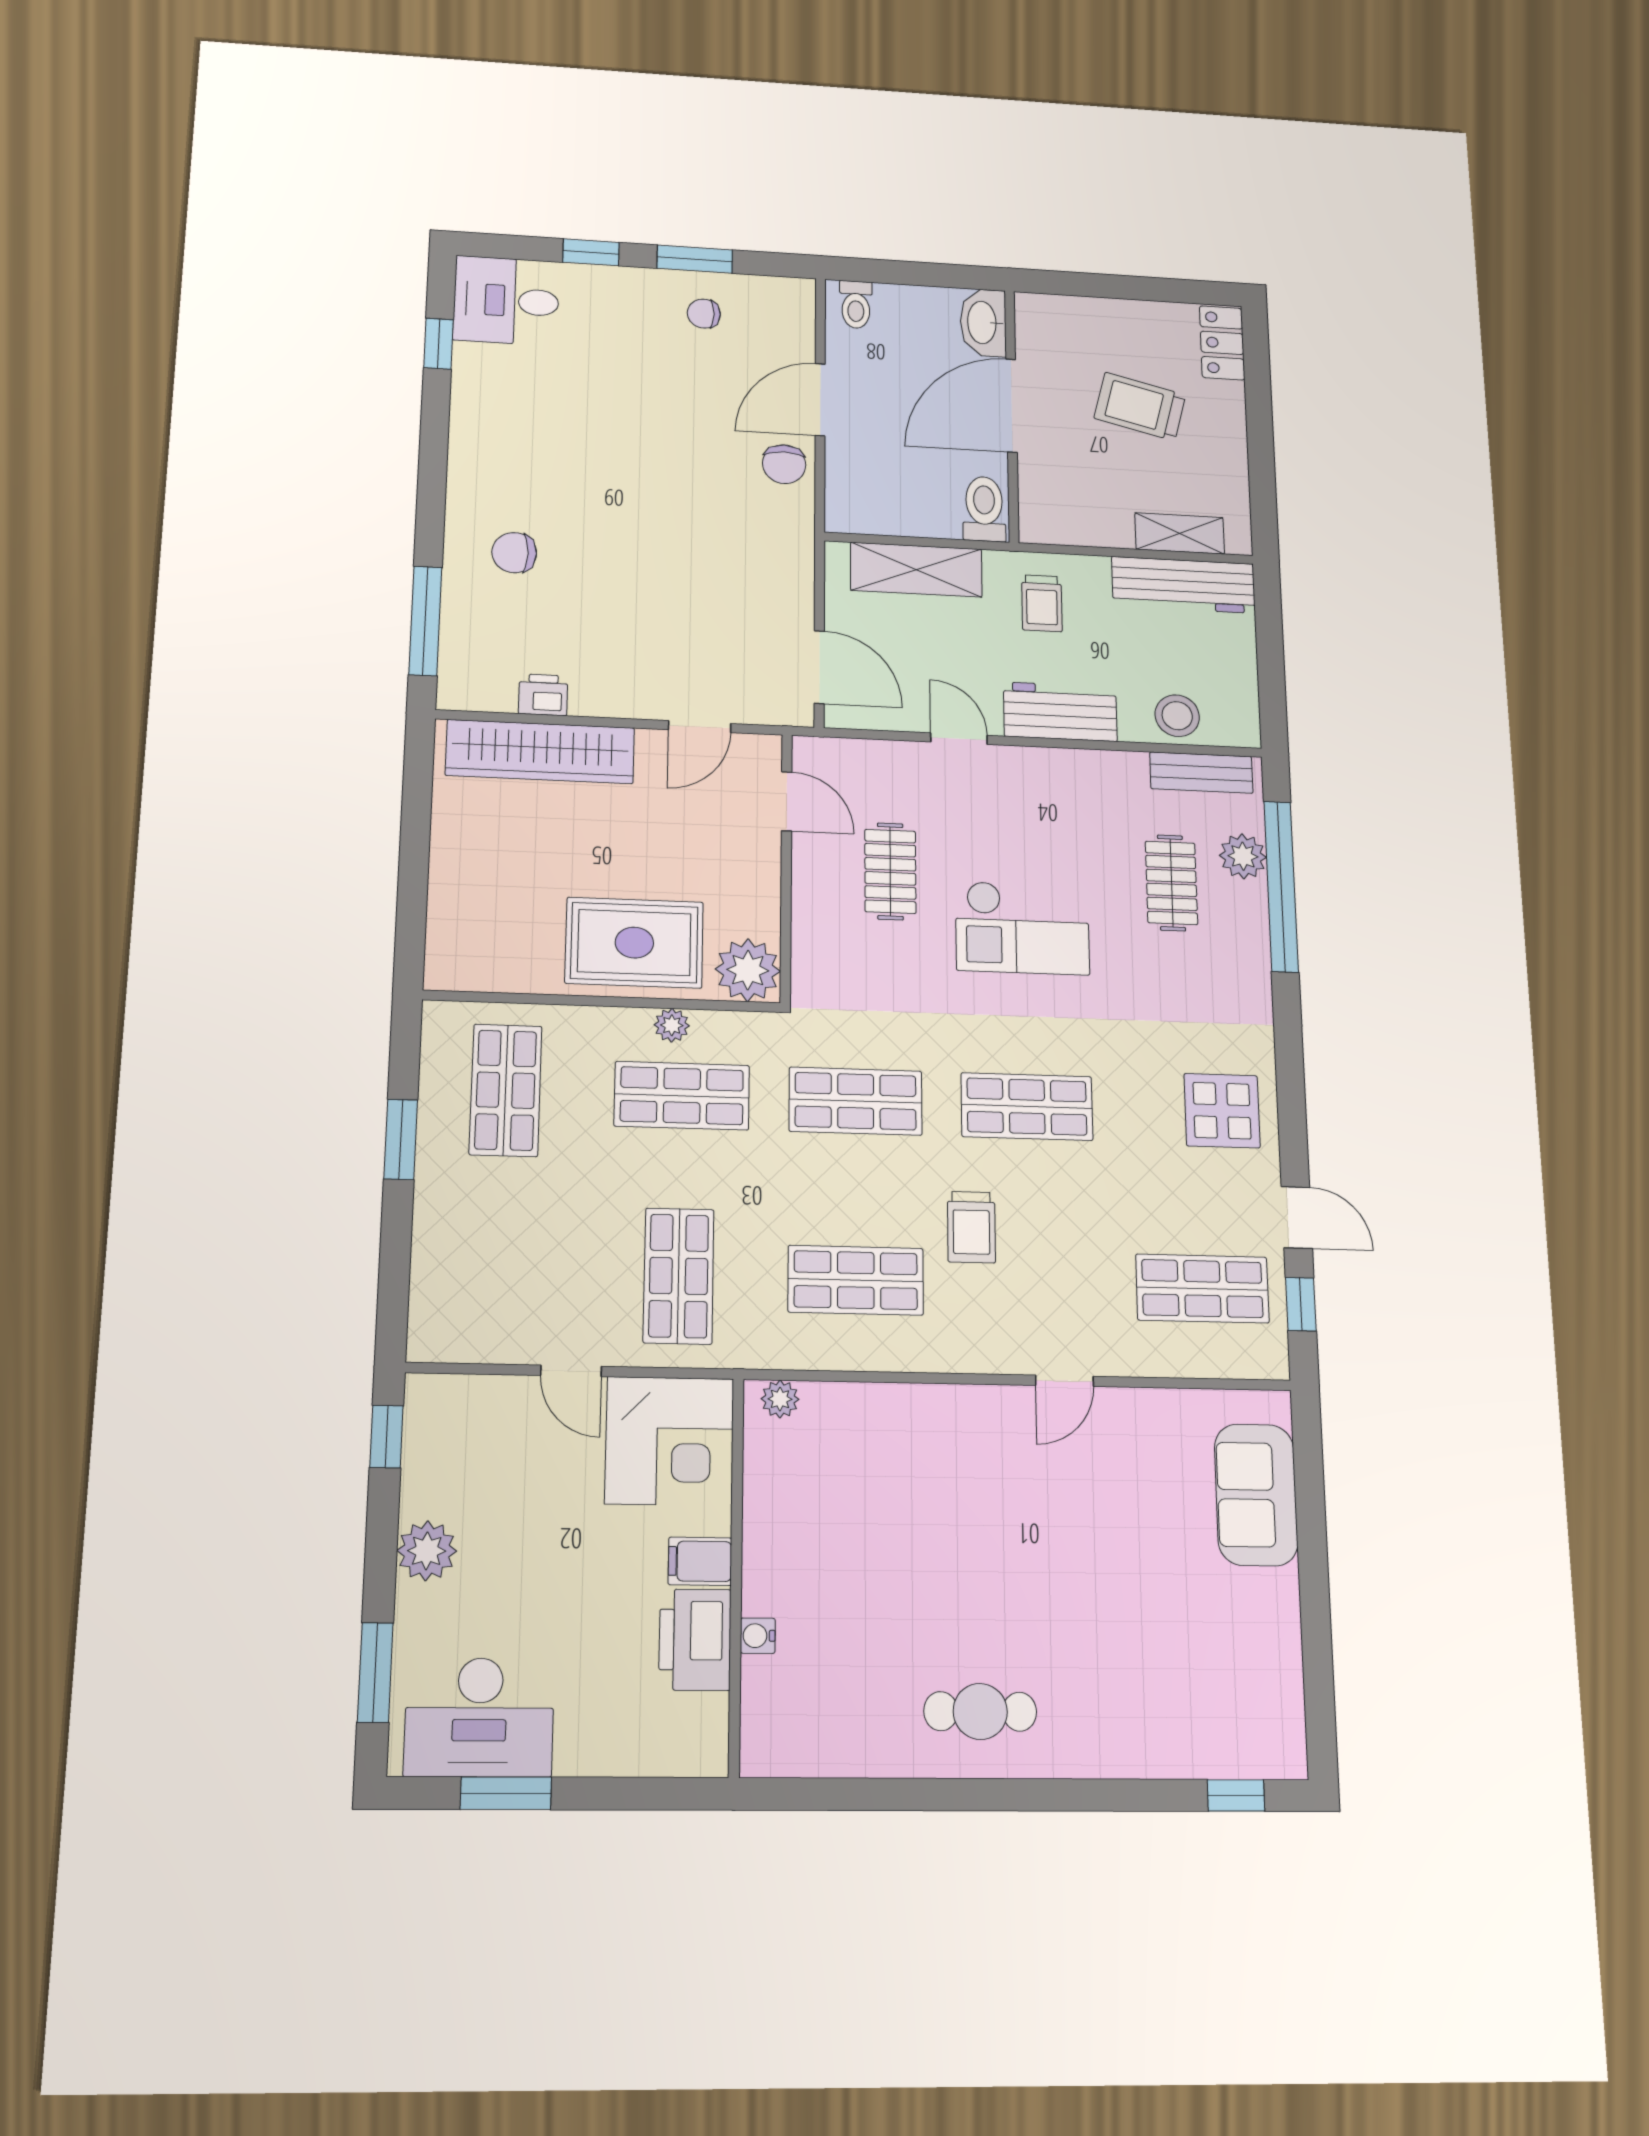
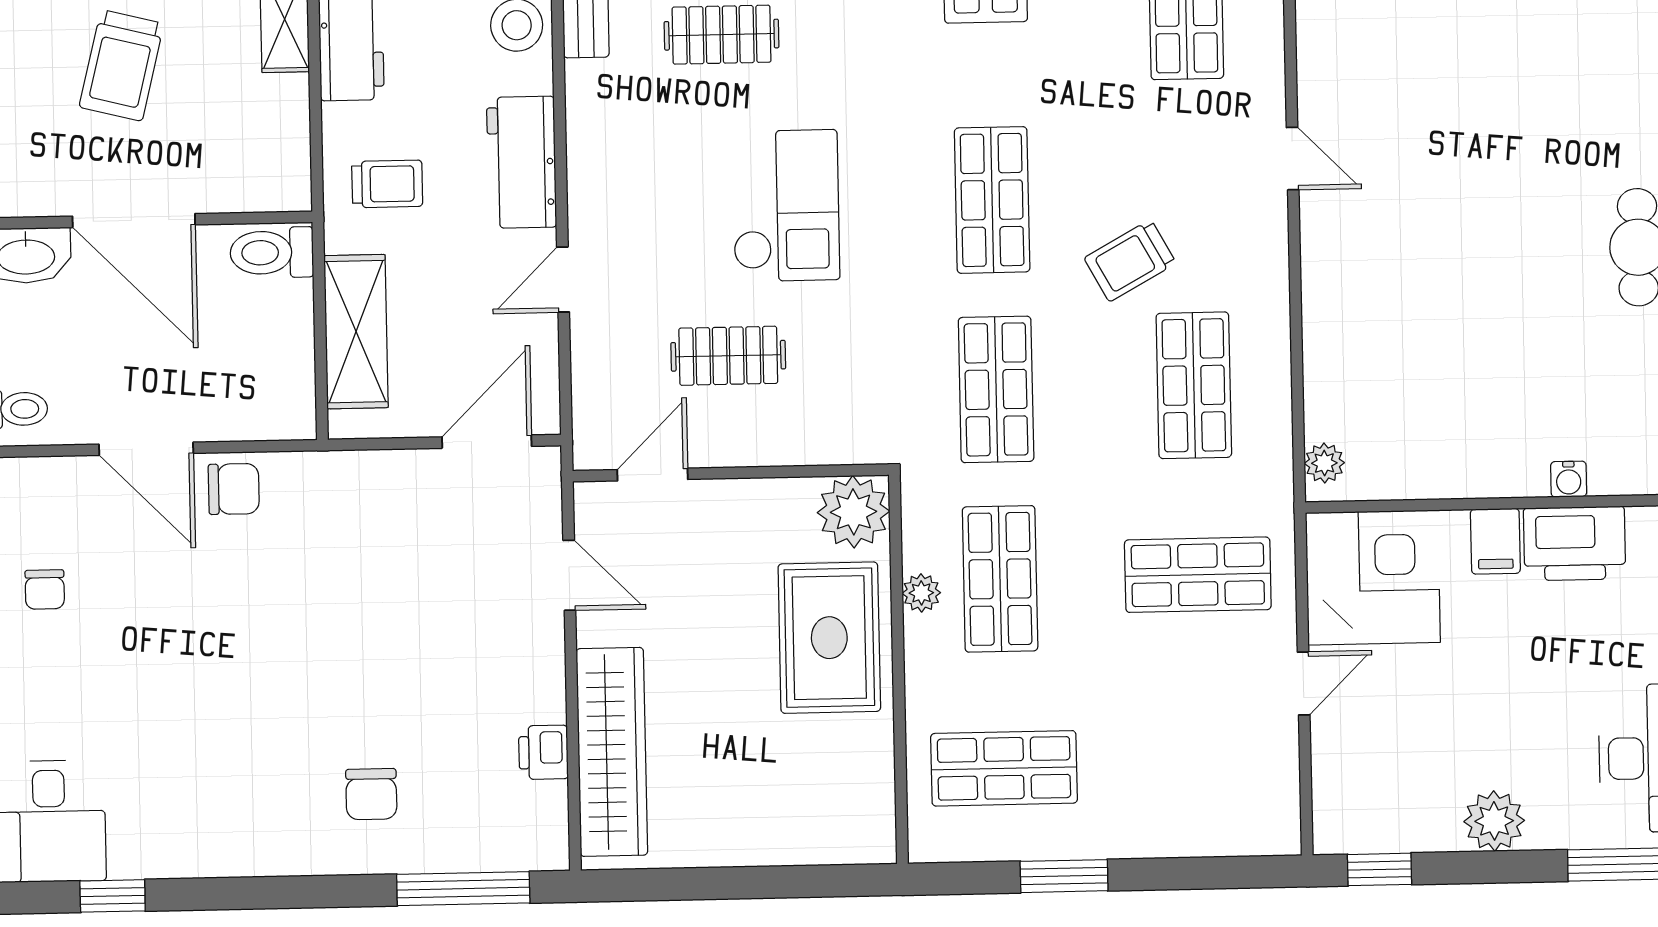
trolley: (971, 1227) -> (1130, 261), turned 151

